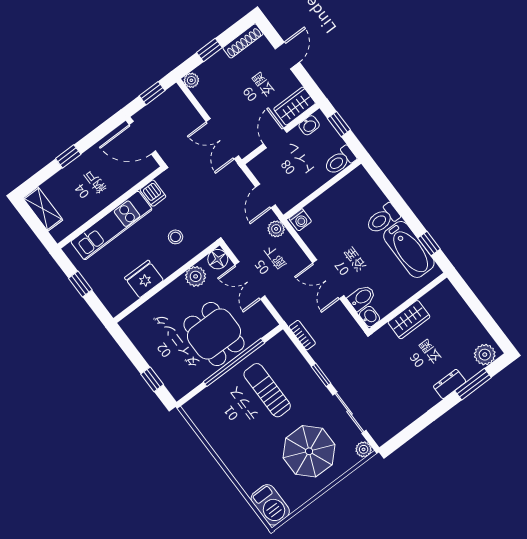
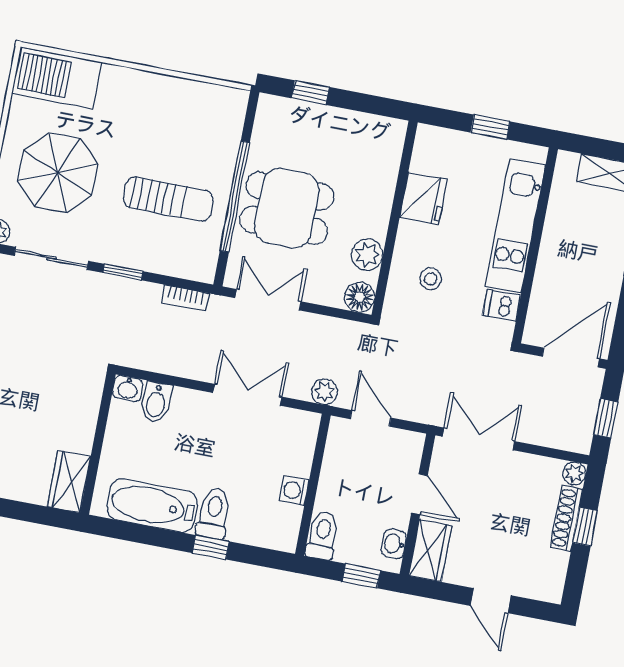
shoe rack: (243, 41) -> (566, 518), moved
washing machine: (300, 220) -> (294, 490), moved
window: (429, 244) -> (211, 547), moved
double door: (328, 279) -> (247, 395), moved
double door: (250, 280) -> (268, 300), moved
wardrobe: (409, 320) -> (69, 482), moved
barbecue: (270, 505) -> (56, 78), width x1.37, depth x1.21

